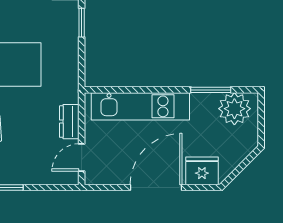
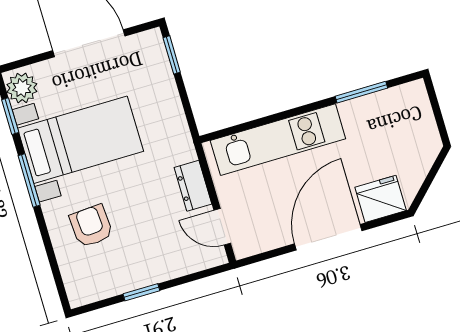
plant: (234, 109) -> (399, 107), removed
door: (82, 157) -> (222, 227), hinge flipped

